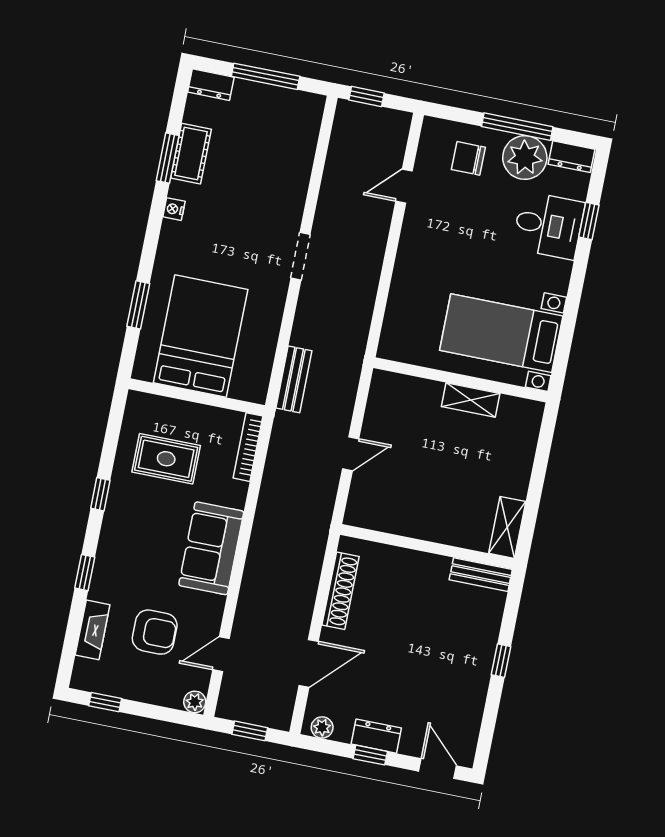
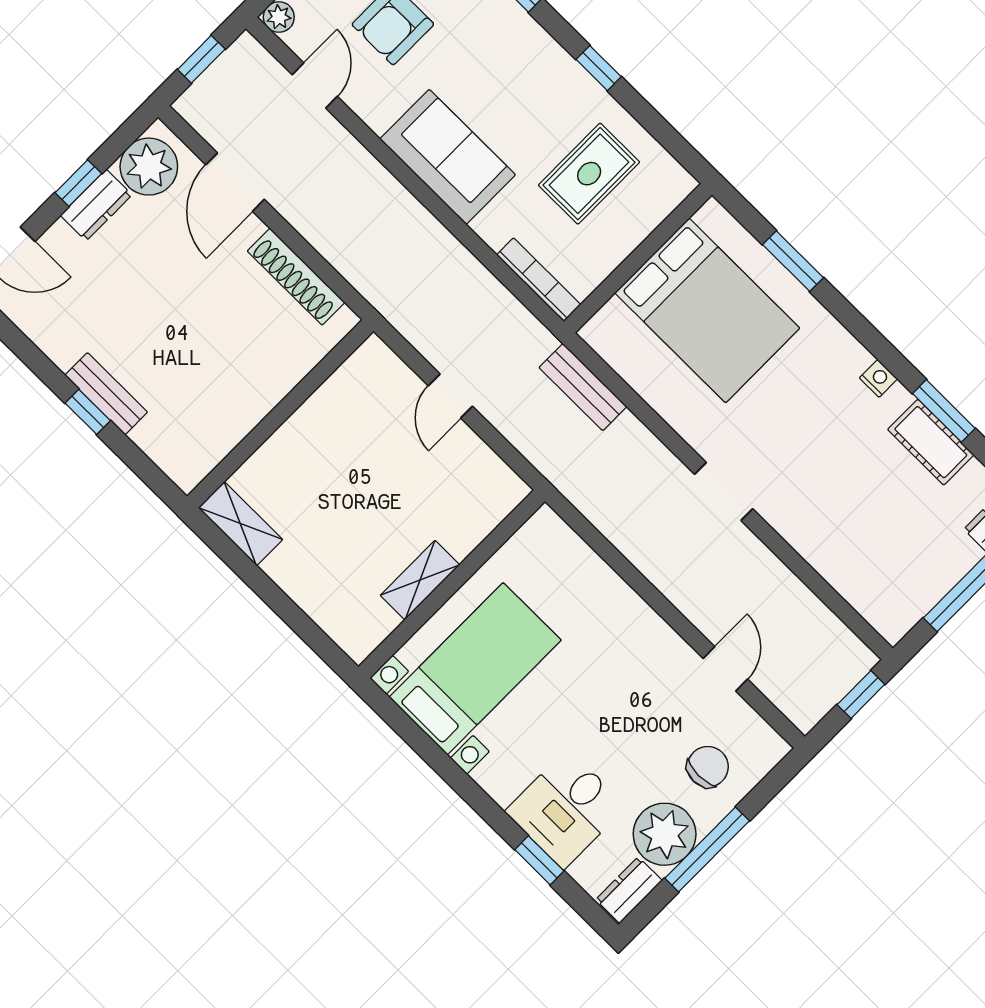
bench: (481, 575) -> (106, 394), moved, turned 90
plant: (322, 727) -> (149, 167), width x1.88, depth x1.88

